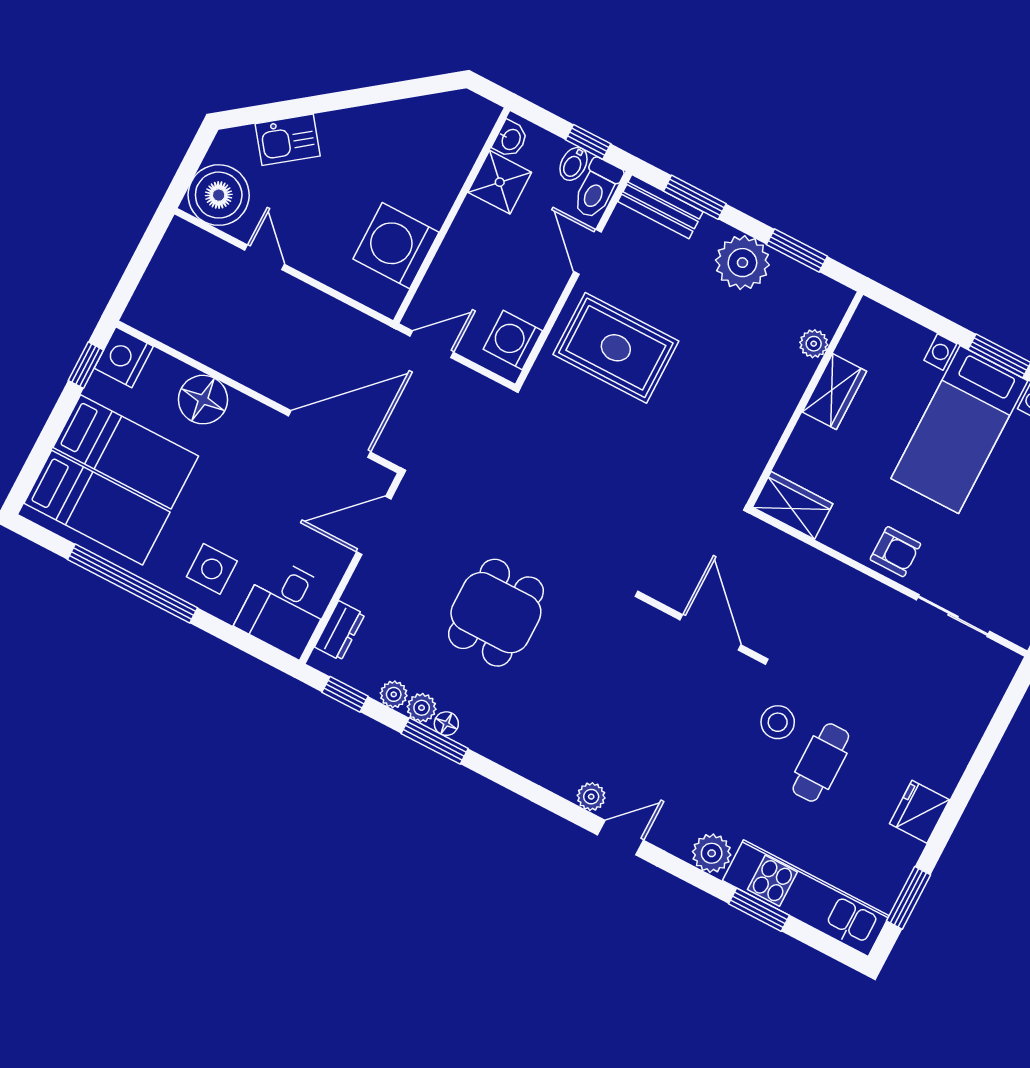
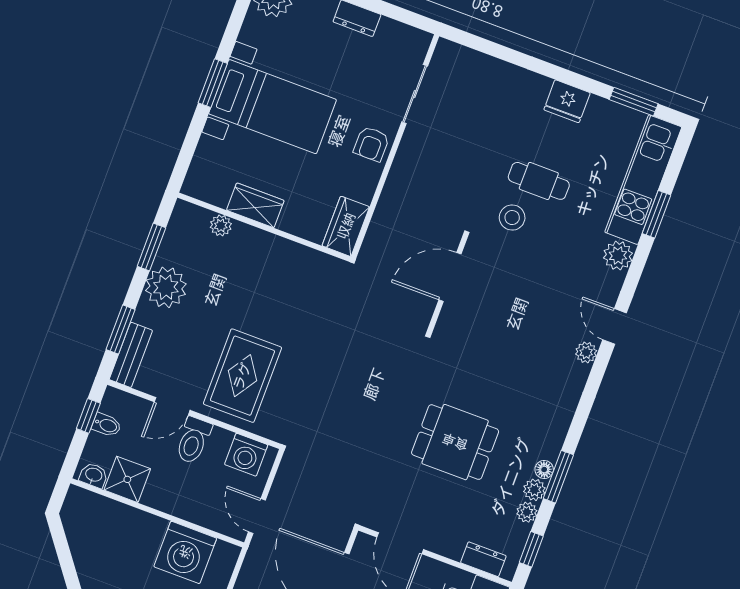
toilet: (597, 189) -> (193, 440), moved, turned 90
armchair: (895, 552) -> (371, 144), turned 180

